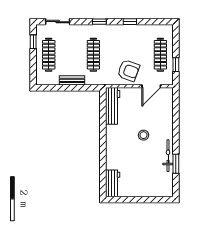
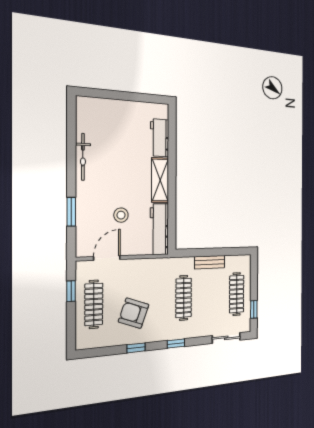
armchair: (129, 71) -> (134, 313), moved
stool: (144, 135) -> (121, 215), moved
shelving: (112, 141) -> (160, 180), added
window: (176, 164) -> (71, 212), moved
workbench: (113, 183) -> (160, 138), moved

